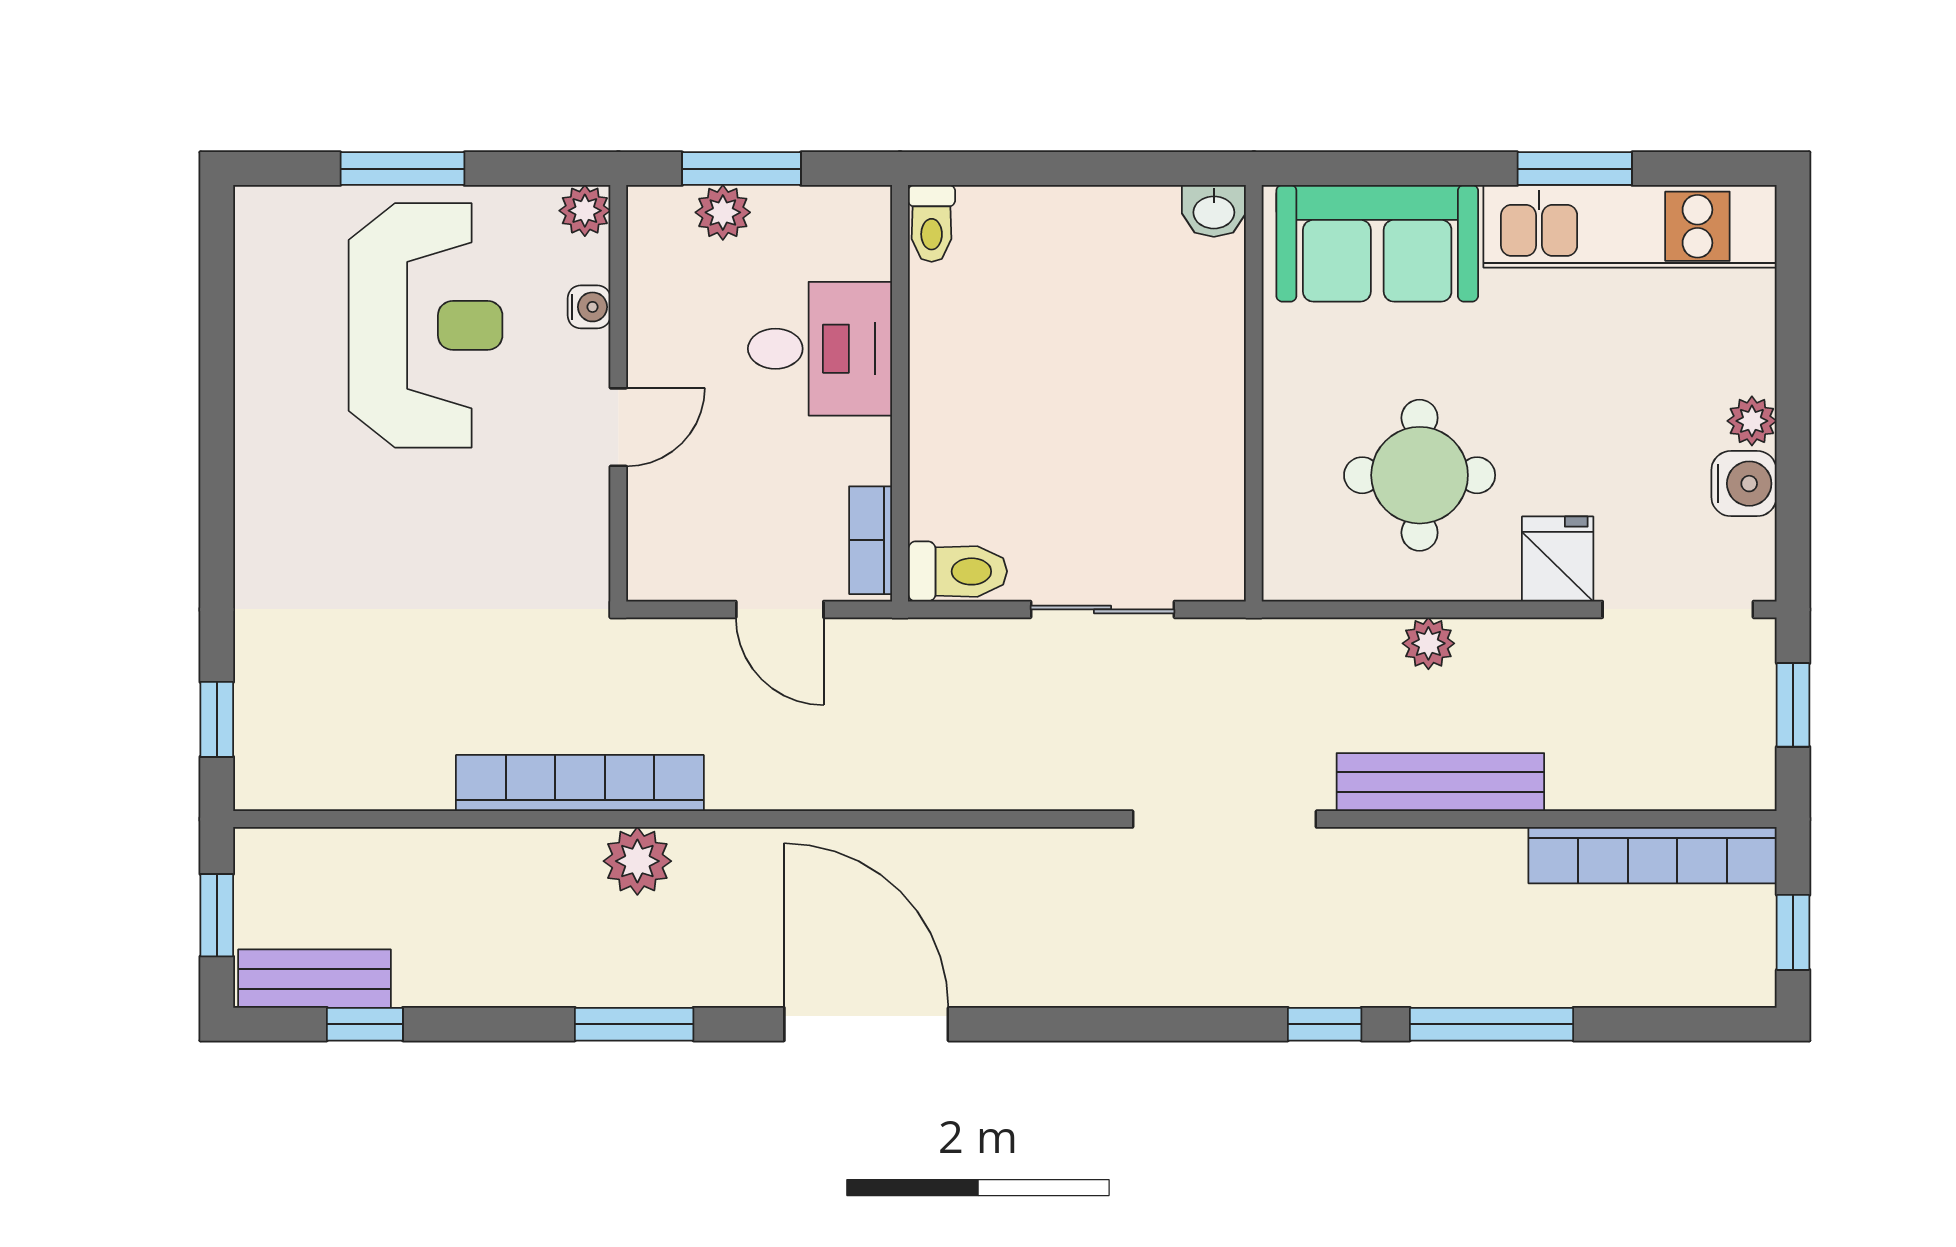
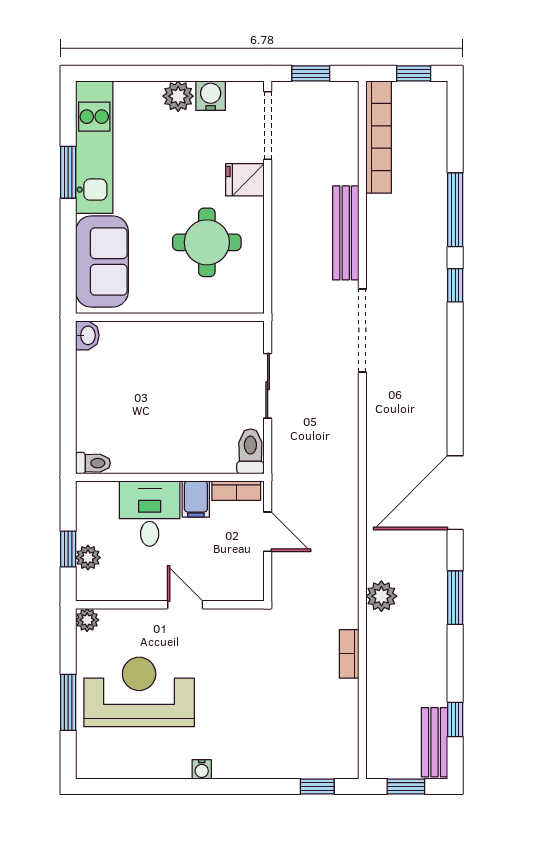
window: (741, 169) -> (68, 549), width x0.67
water cooler: (589, 307) -> (202, 769), moved, turned 180
plant: (1752, 421) -> (178, 96), width x1.38, depth x1.38
filing cabinet: (852, 451) -> (196, 499), added
door: (780, 609) -> (268, 532), hinge flipped
plant: (1428, 643) -> (283, 238), removed
bookcase: (580, 783) -> (349, 654), width x0.43, depth x0.76

